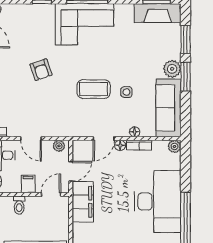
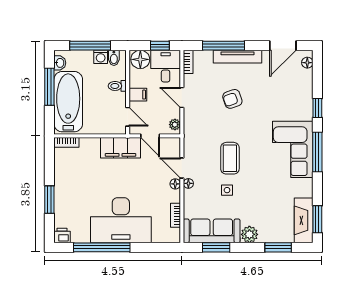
armchair: (41, 70) -> (232, 99), moved
window: (185, 77) -> (216, 247), moved
floor lamp: (135, 132) -> (188, 183), moved
door: (31, 139) -> (182, 97), hinge flipped
bookcase: (139, 145) -> (176, 215), moved
plant: (174, 146) -> (174, 237), removed

